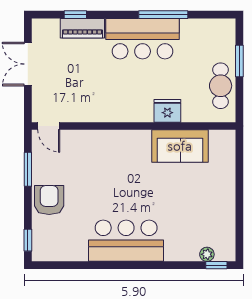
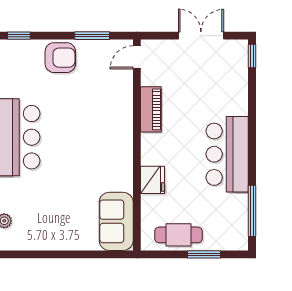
window: (75, 15) -> (252, 56), moved
window: (163, 15) -> (252, 211), moved
piano: (82, 28) -> (151, 109), moved, turned 180
sofa: (180, 146) -> (116, 221), moved

